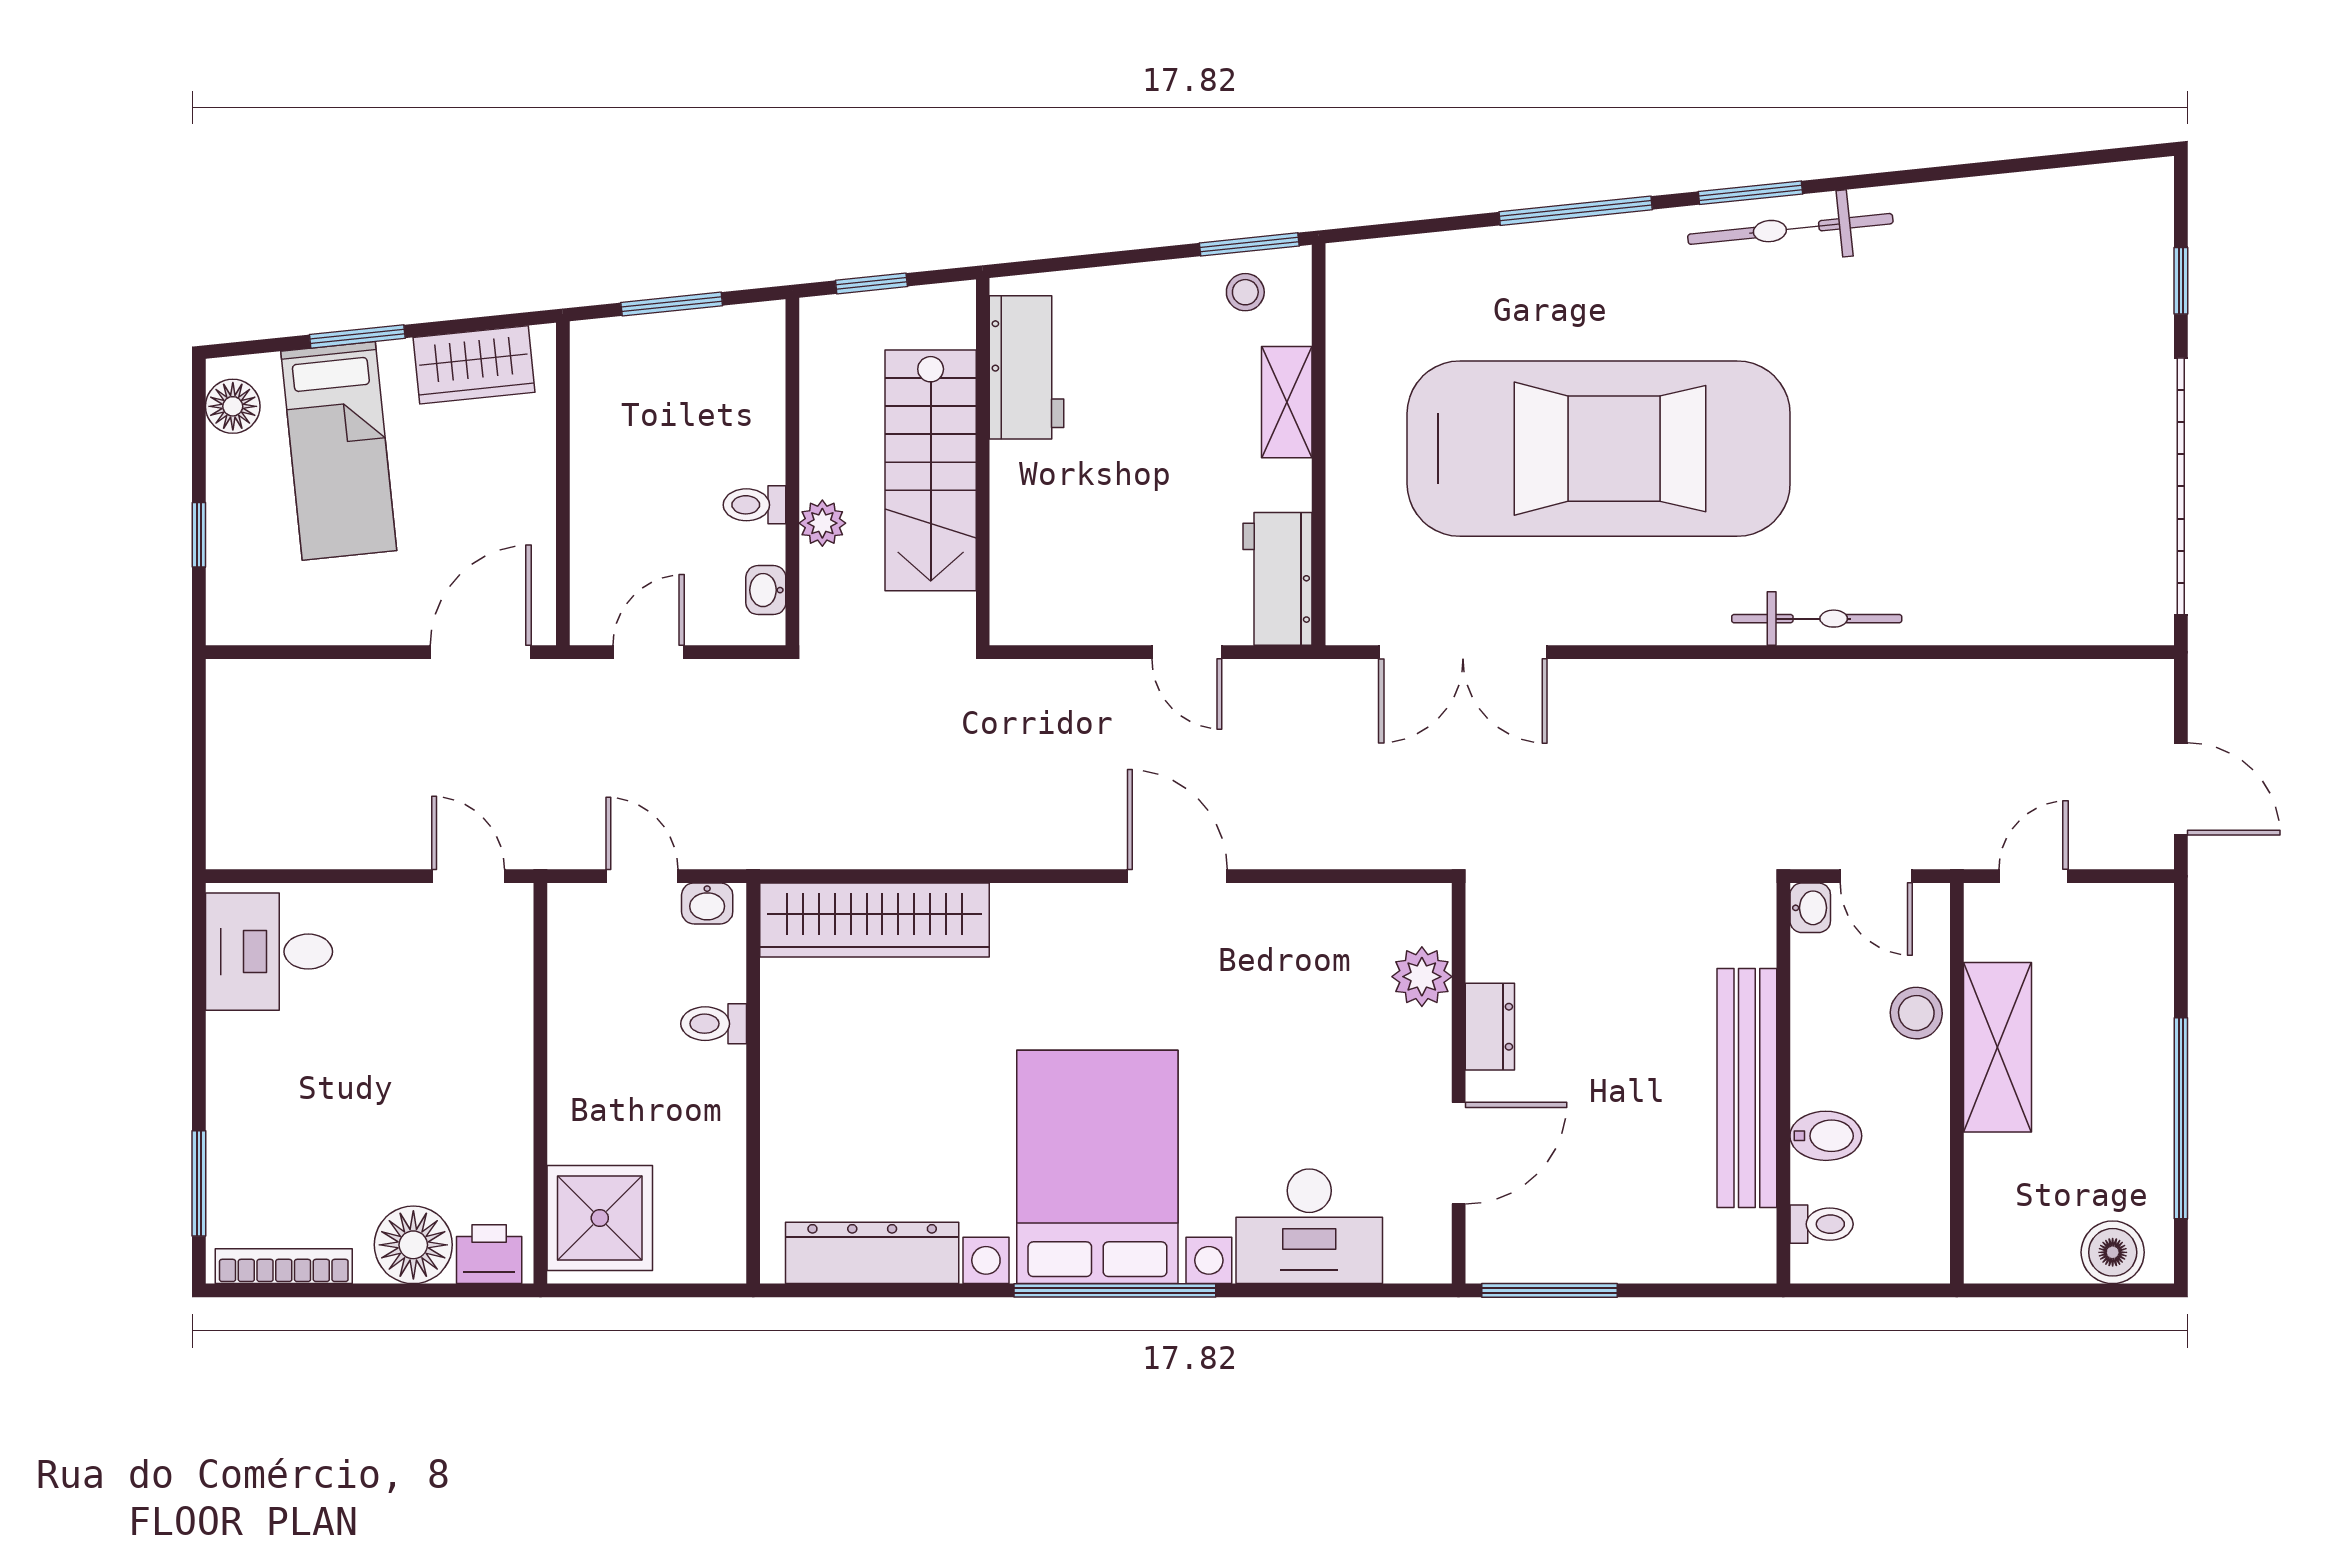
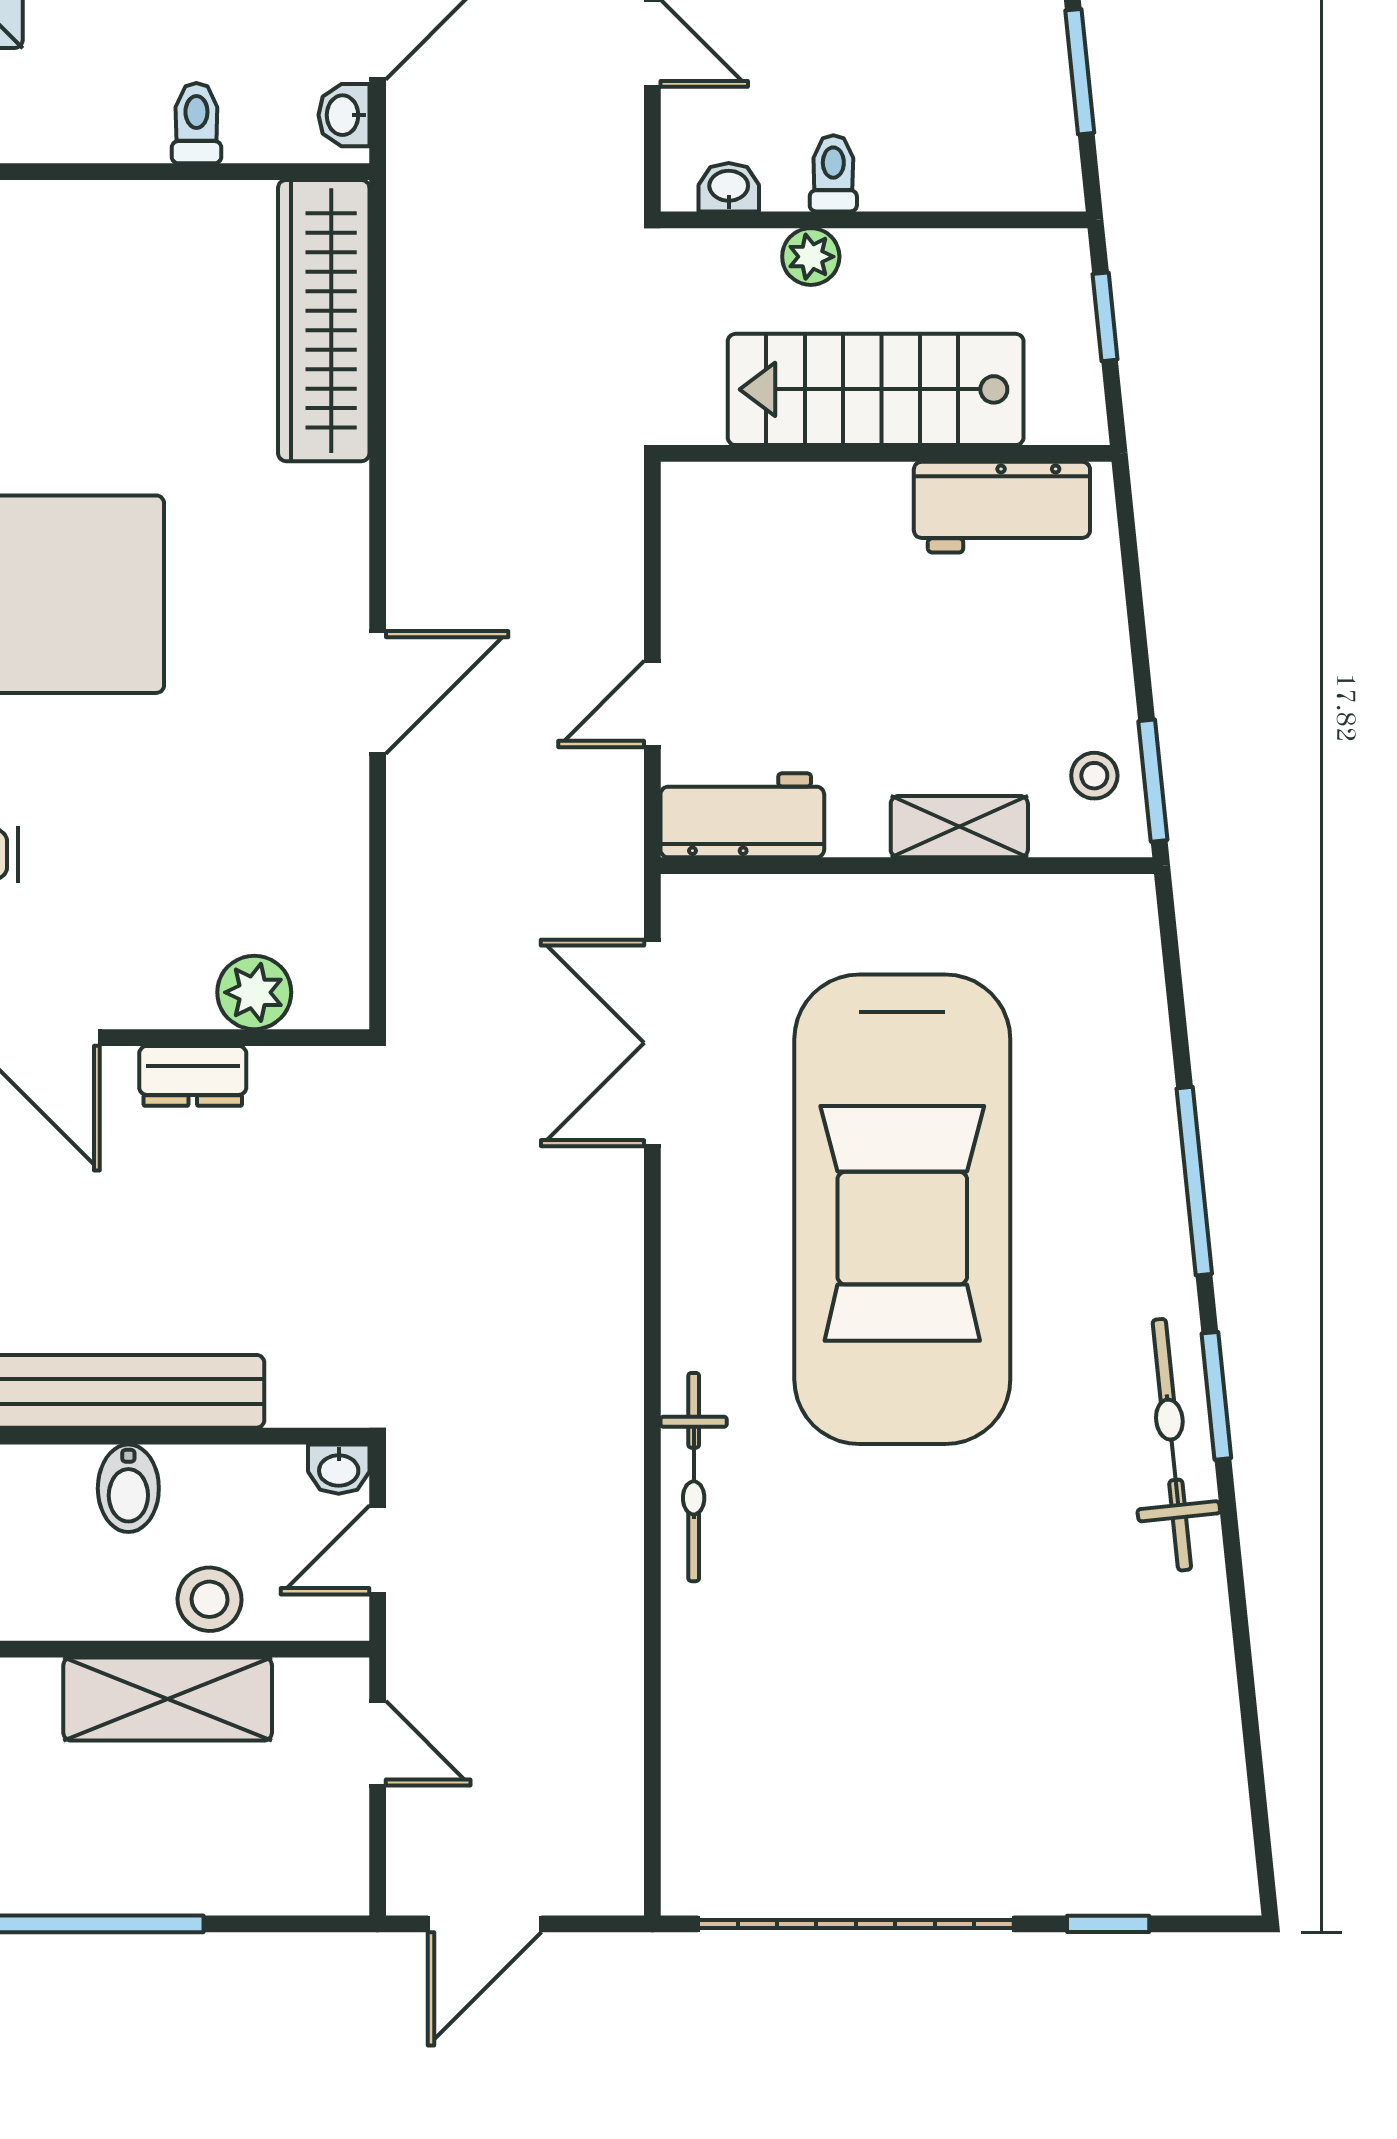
bidet: (1826, 1136) -> (128, 1488), moved

